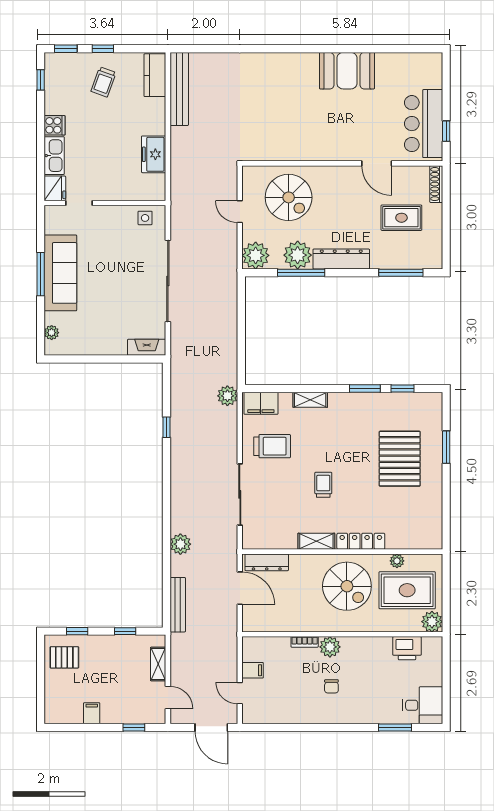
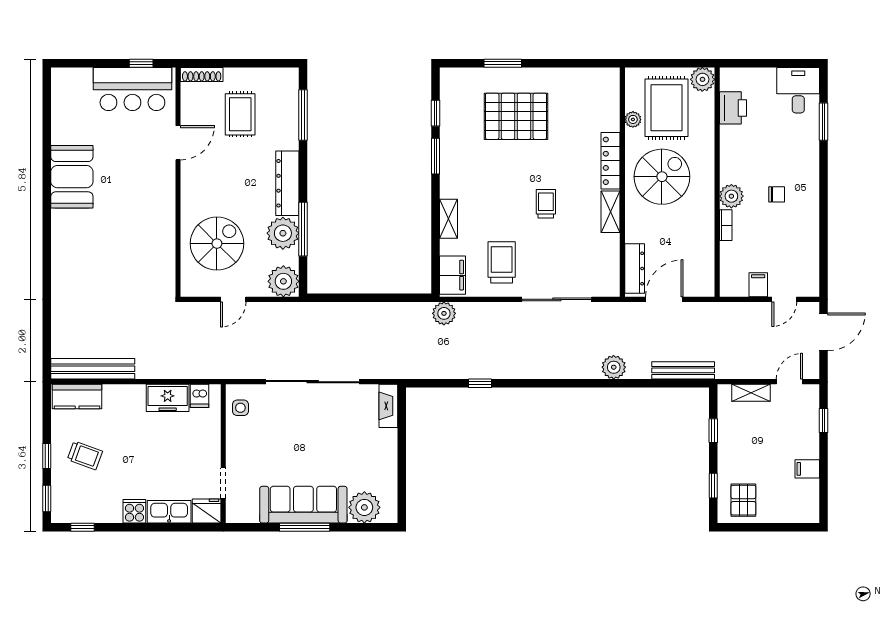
dishwasher: (155, 182) -> (200, 396), added
plant: (52, 333) -> (364, 507), width x1.88, depth x1.88
trolley: (323, 485) -> (546, 204), turned 90

